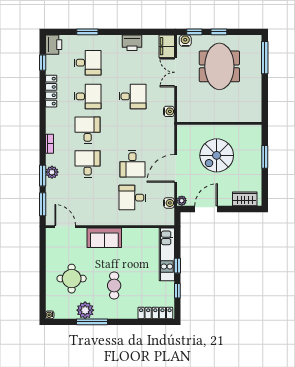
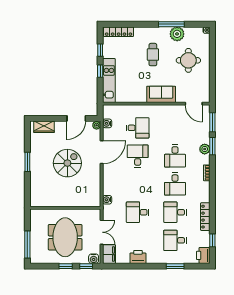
wall: (219, 123) -> (65, 208), moved

